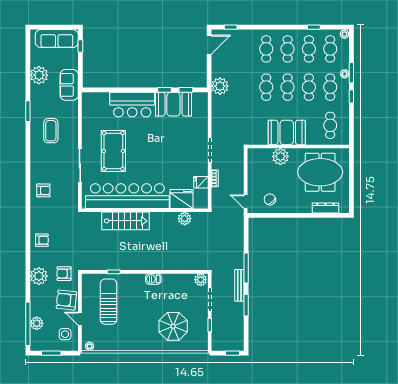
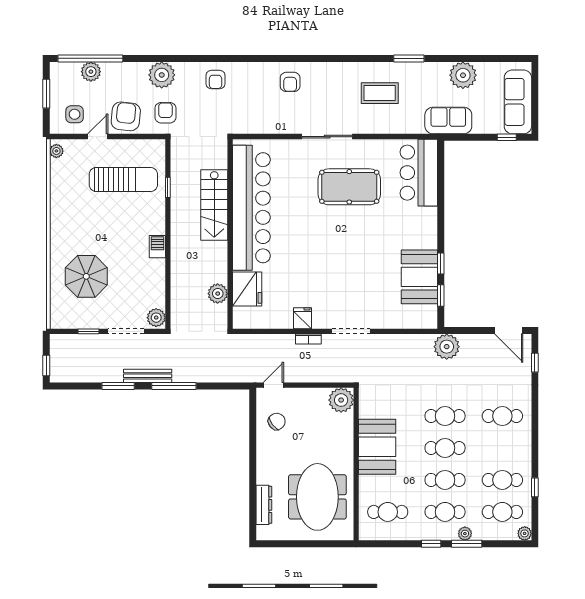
cafe table: (288, 49) -> (502, 448), removed
bar counter: (132, 105) -> (419, 173), moved
plant: (280, 156) -> (341, 400), moved
bar counter: (127, 196) -> (251, 208), moved
fridge: (181, 199) -> (247, 289), moved
wall: (145, 210) -> (230, 234), moved
plant: (185, 219) -> (218, 294), moved
stairs: (125, 221) -> (214, 205), moved

